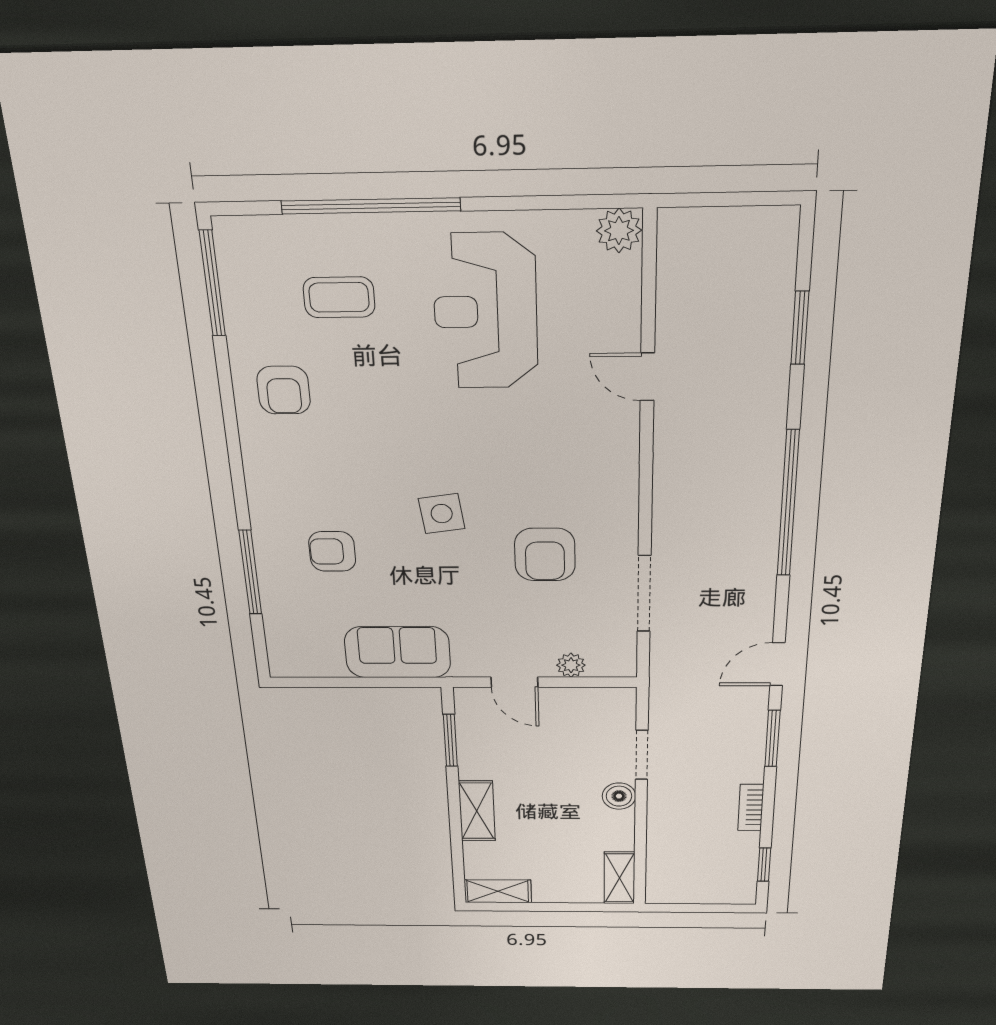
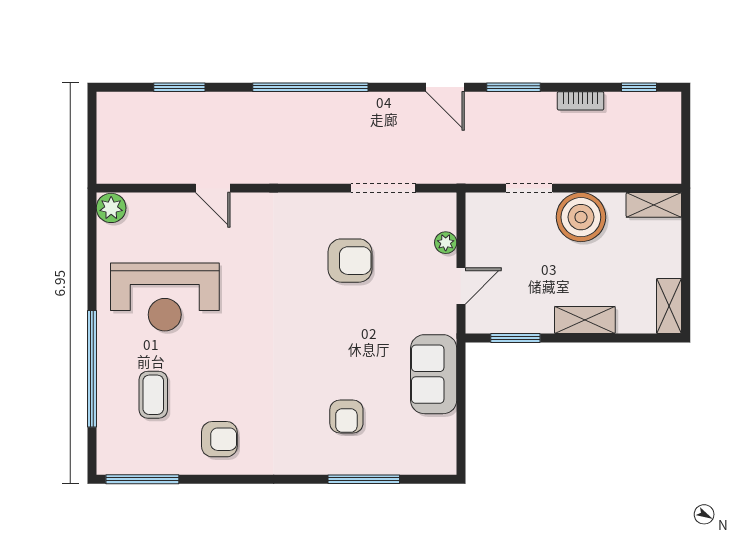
door: (647, 377) -> (213, 188), hinge flipped
side table: (442, 514) -> (316, 334), removed
boiler: (619, 796) -> (581, 217), width x1.86, depth x1.86

